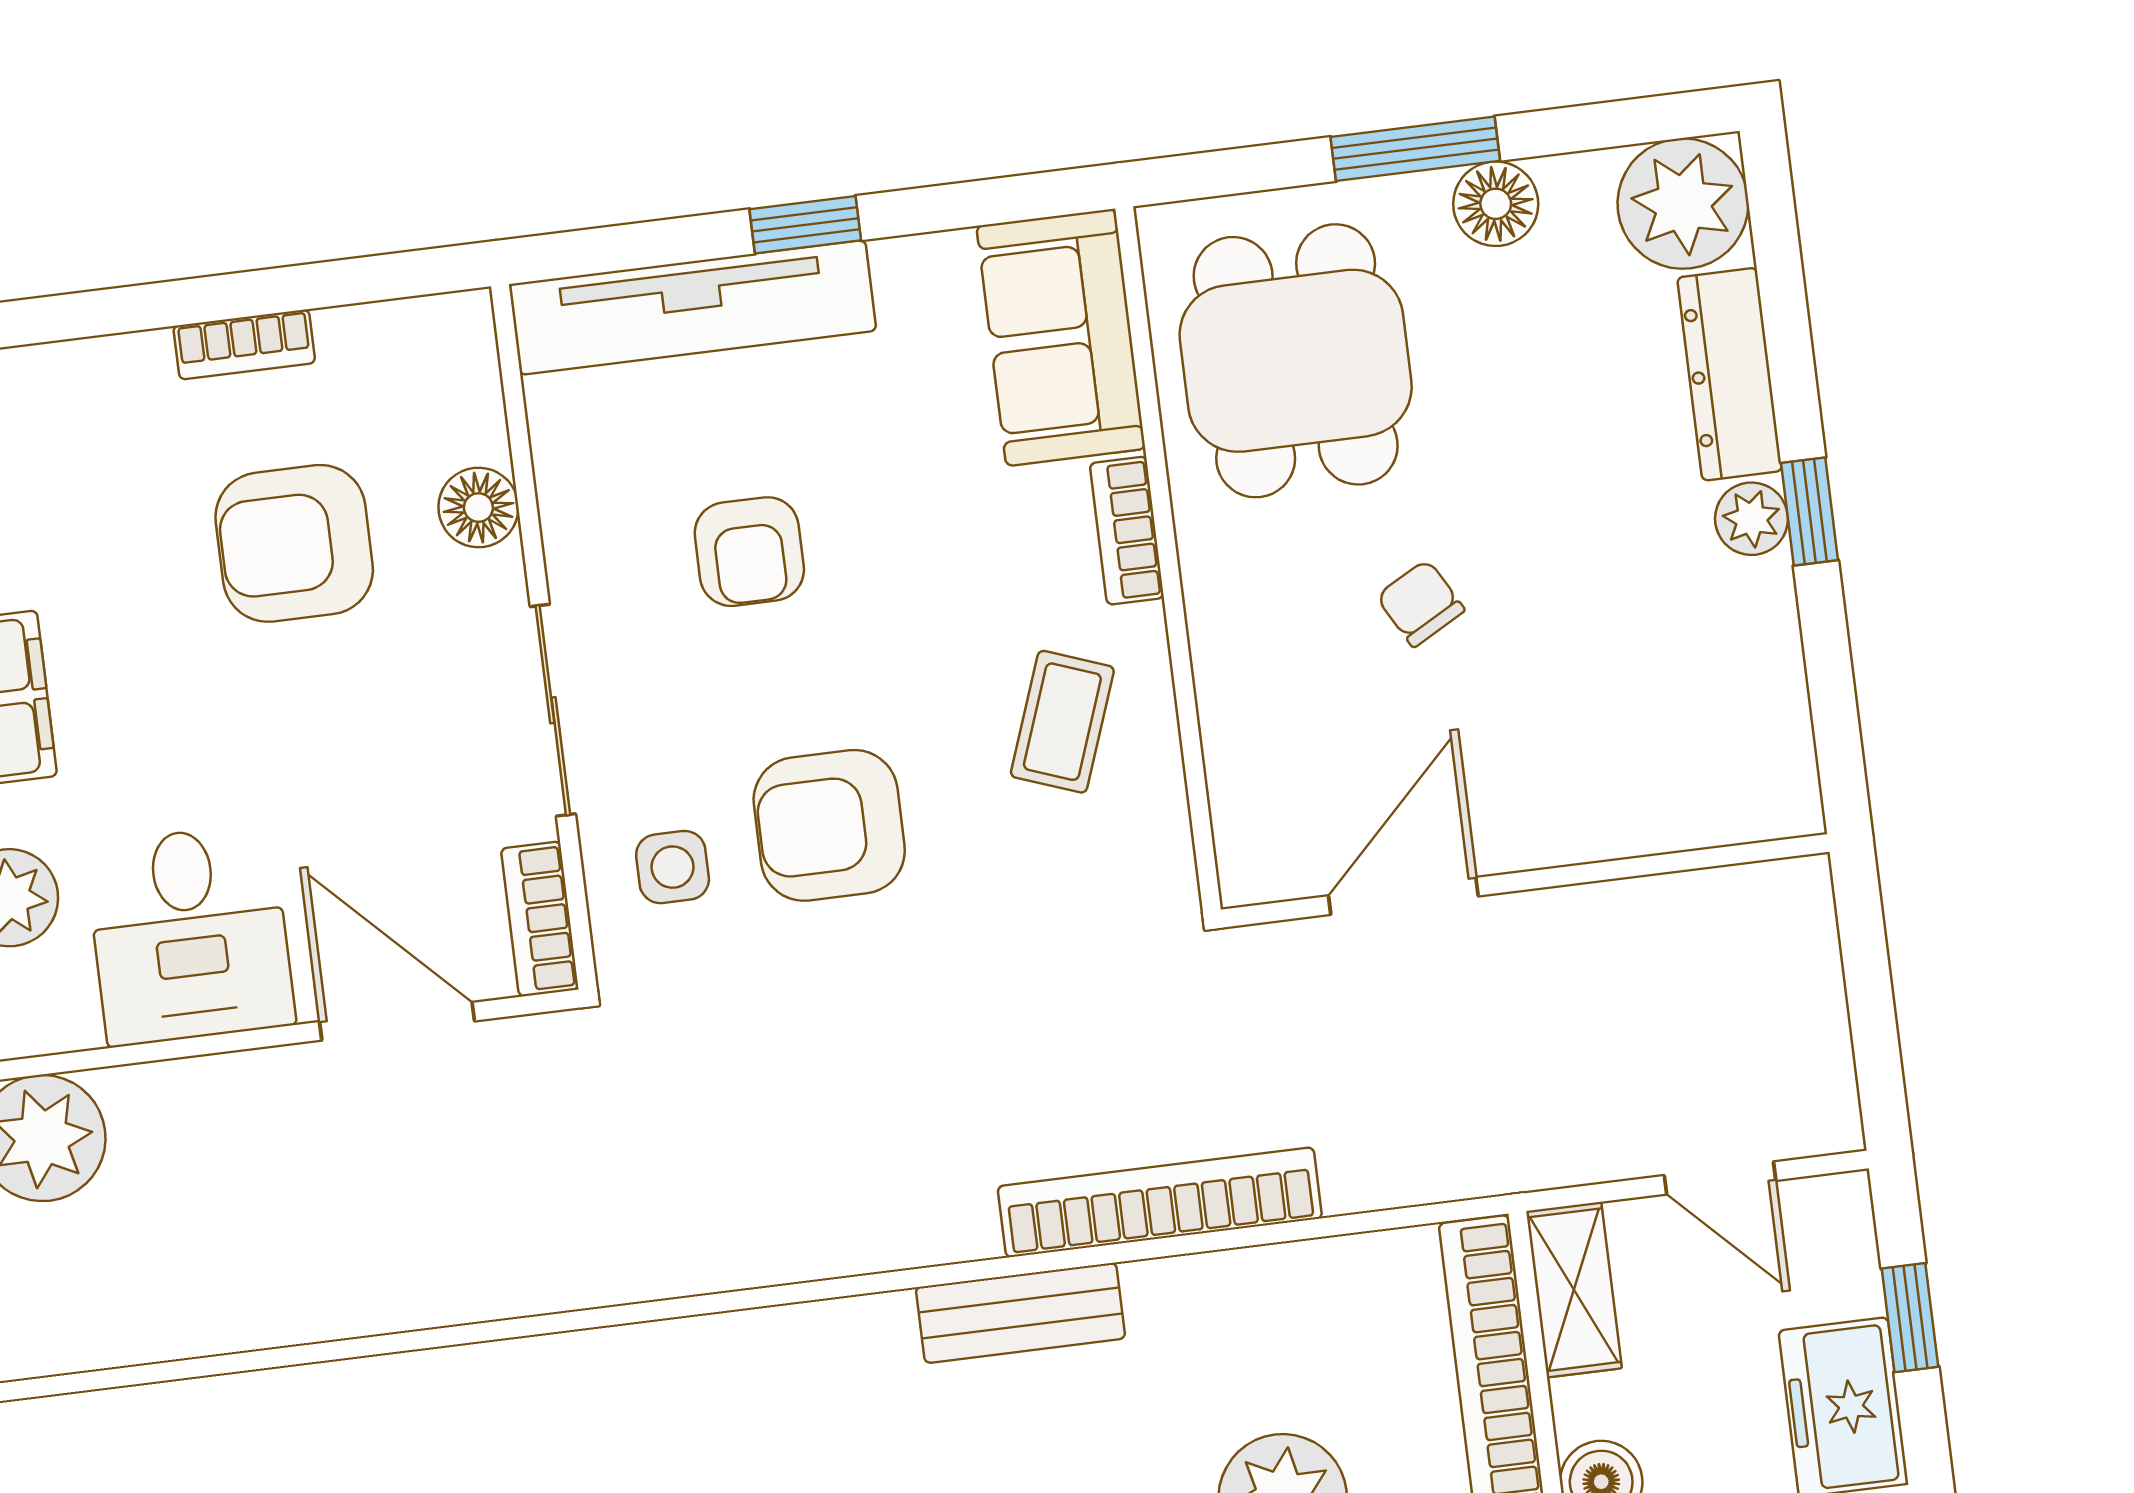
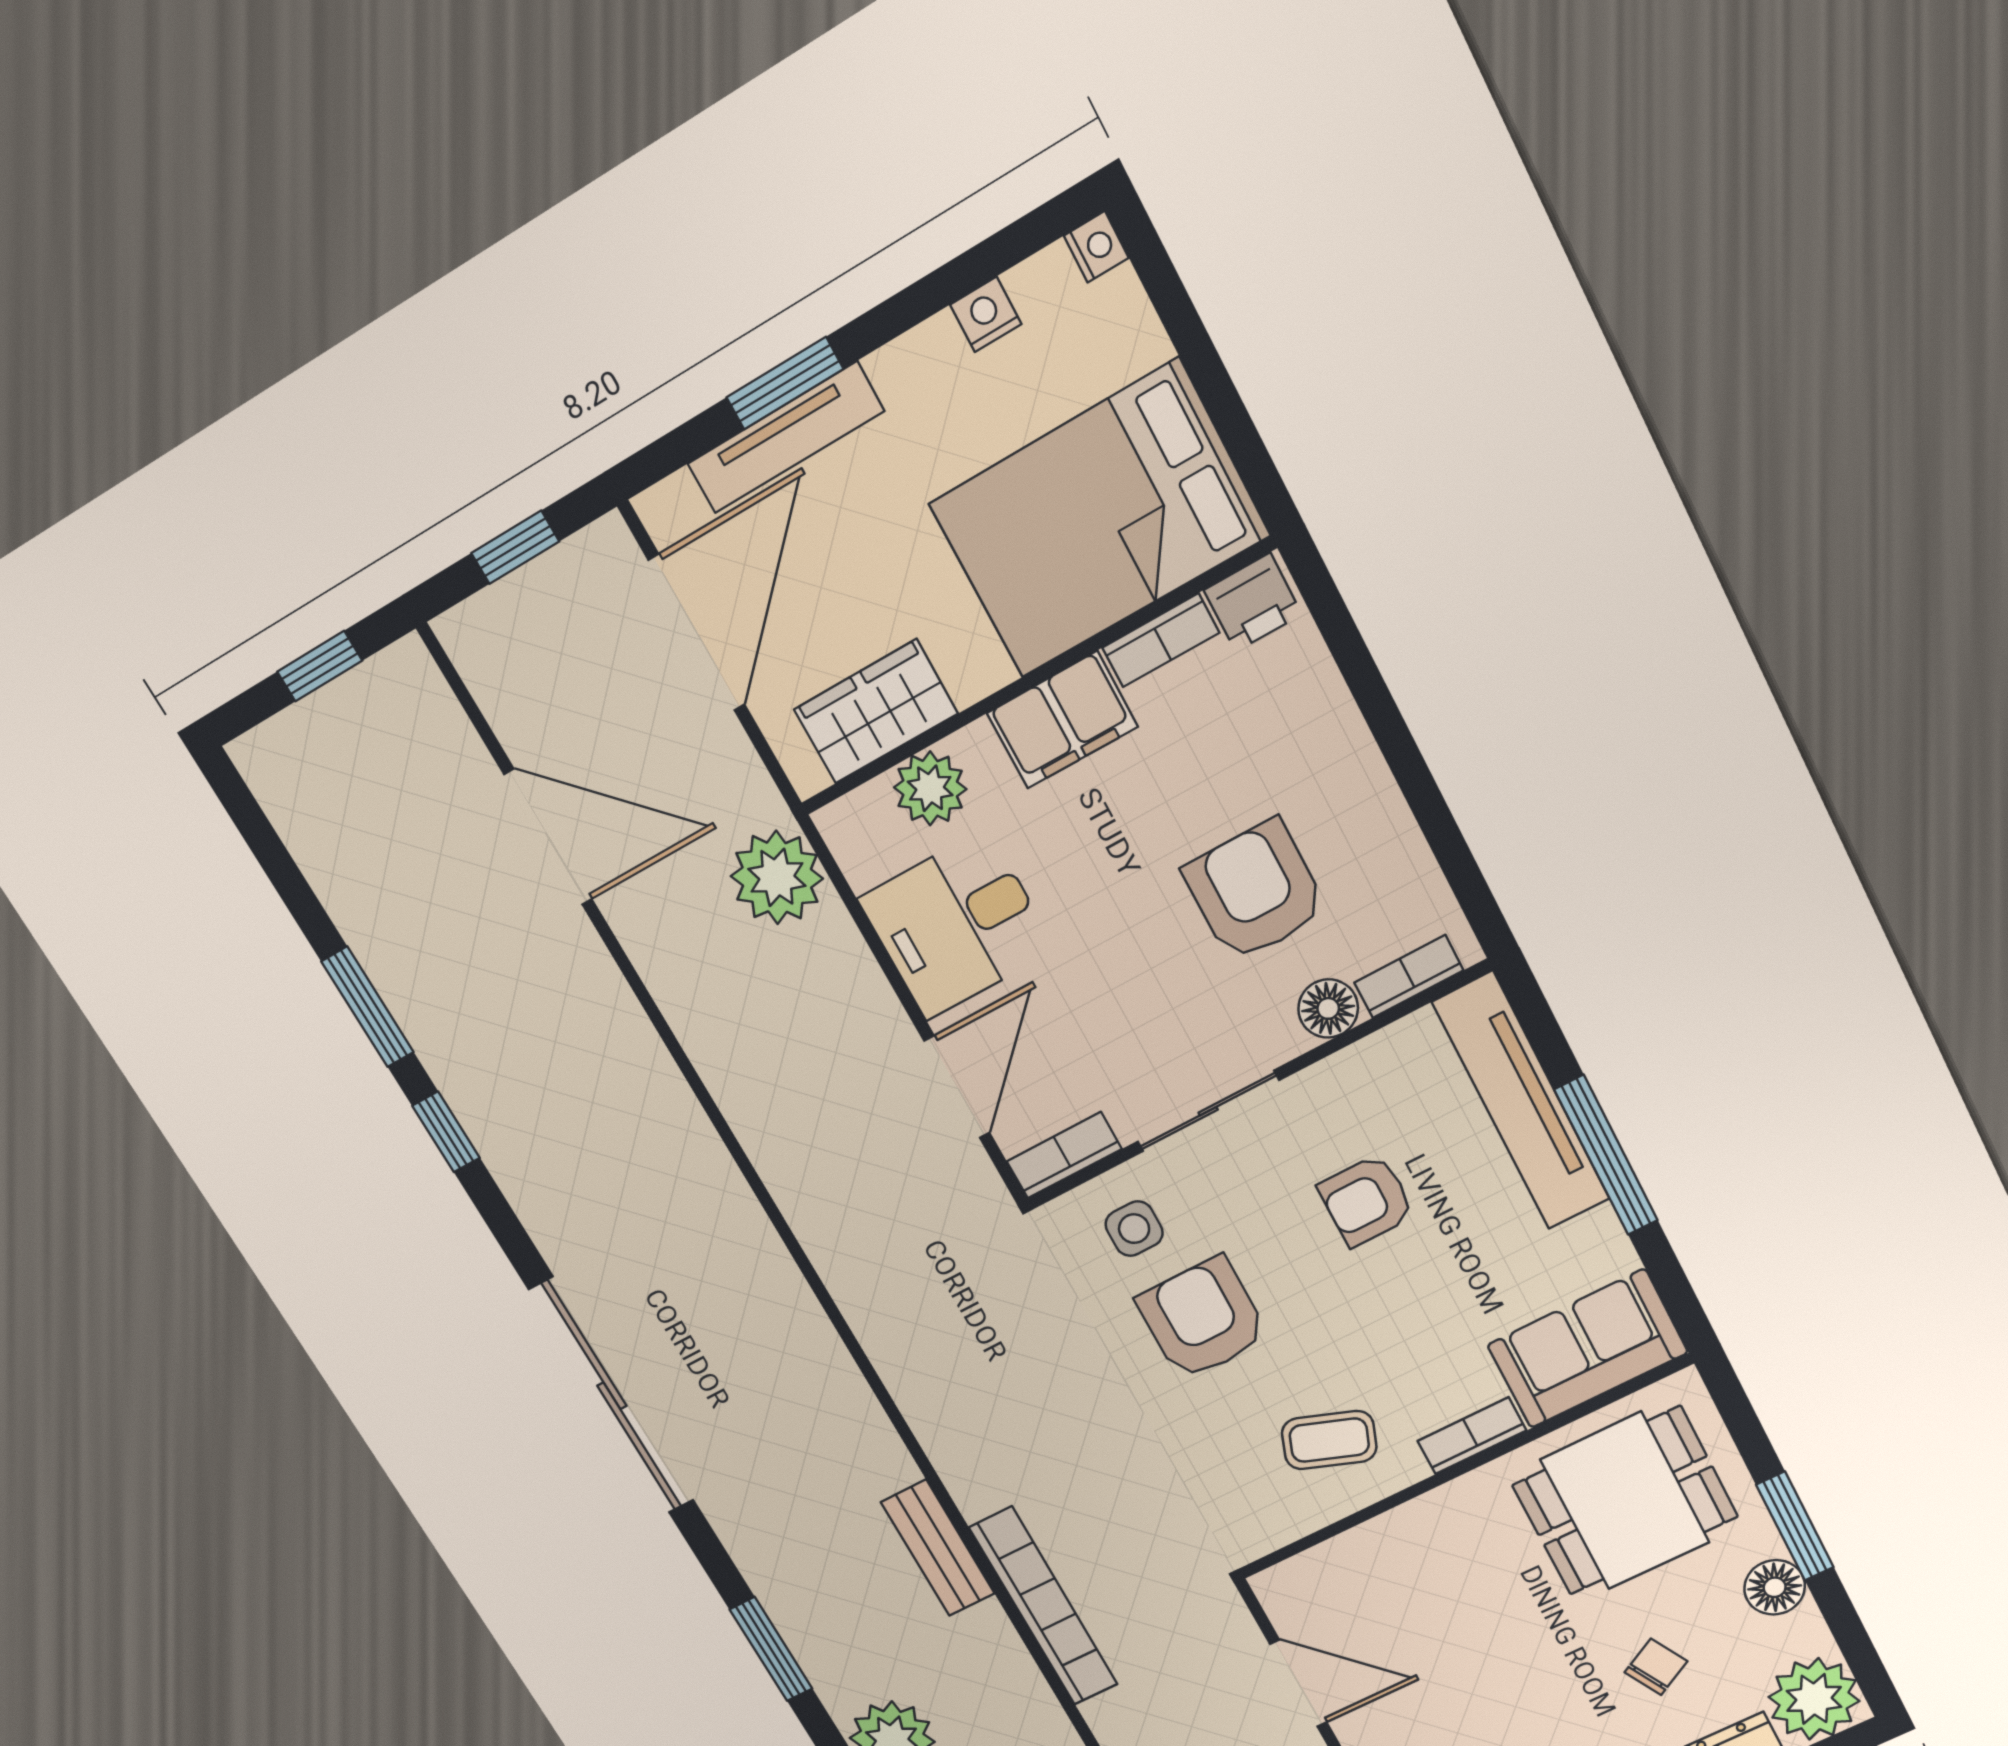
window: (805, 225) -> (1606, 1155), width x2.17
bookcase: (244, 344) -> (1409, 977), moved, turned 90
chair: (1420, 603) -> (1656, 1667), moved

